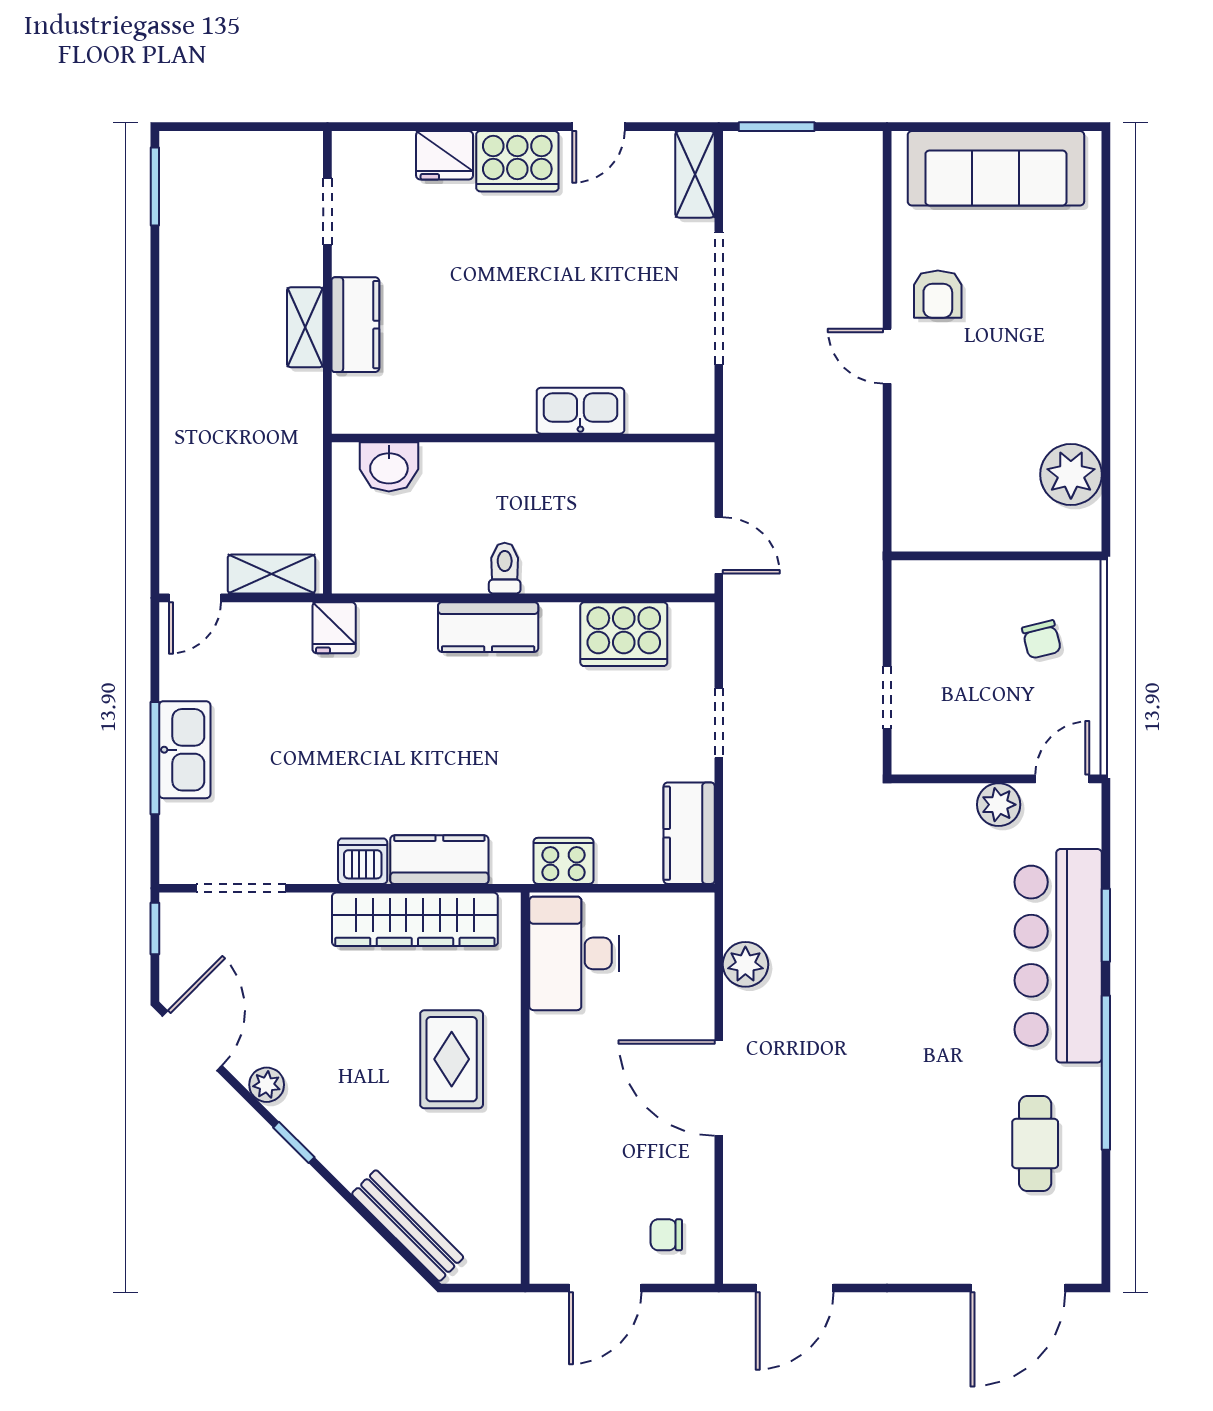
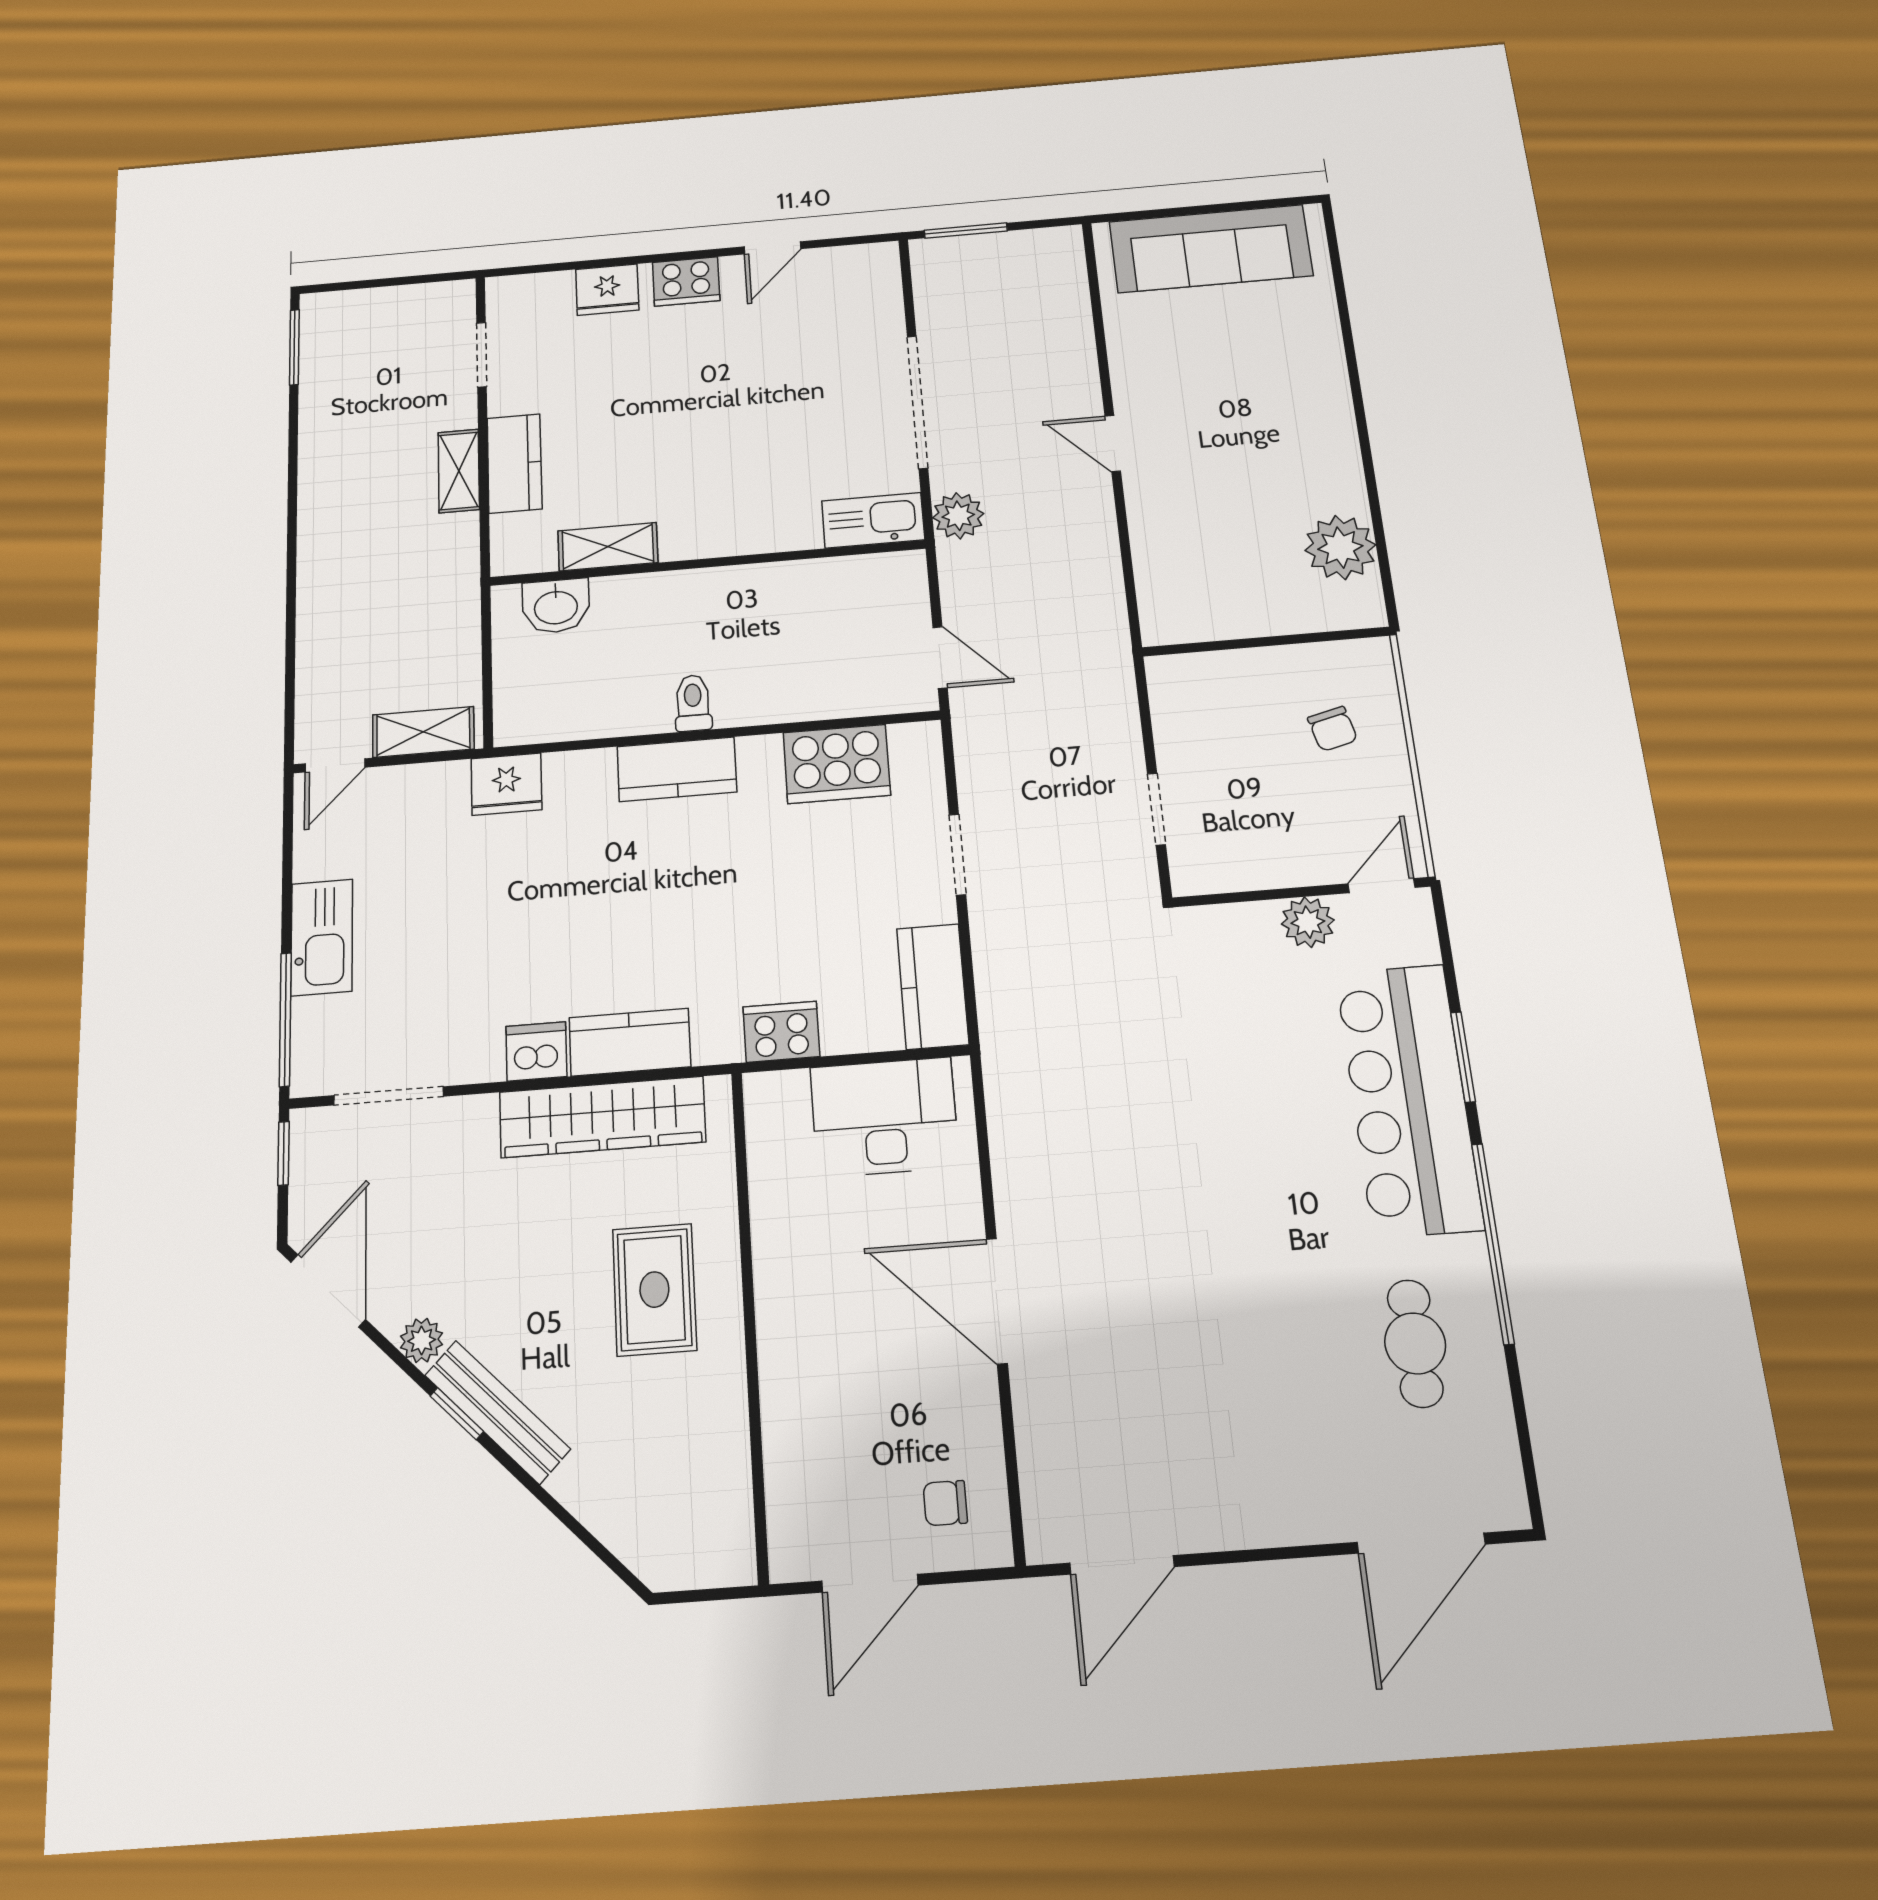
cooker: (517, 161) -> (686, 281), width x0.73, depth x0.76
shelving: (695, 174) -> (608, 547), moved, turned 90
armchair: (938, 294) -> (1162, 377), removed
kitchen sink: (580, 411) -> (873, 520), moved
fridge: (334, 628) -> (506, 784), width x1.38
window: (155, 758) -> (285, 1019), moved
desk: (574, 953) -> (884, 1117), moved, turned 90
plant: (745, 964) -> (958, 516), moved
bench: (408, 1226) -> (497, 1412), moved

